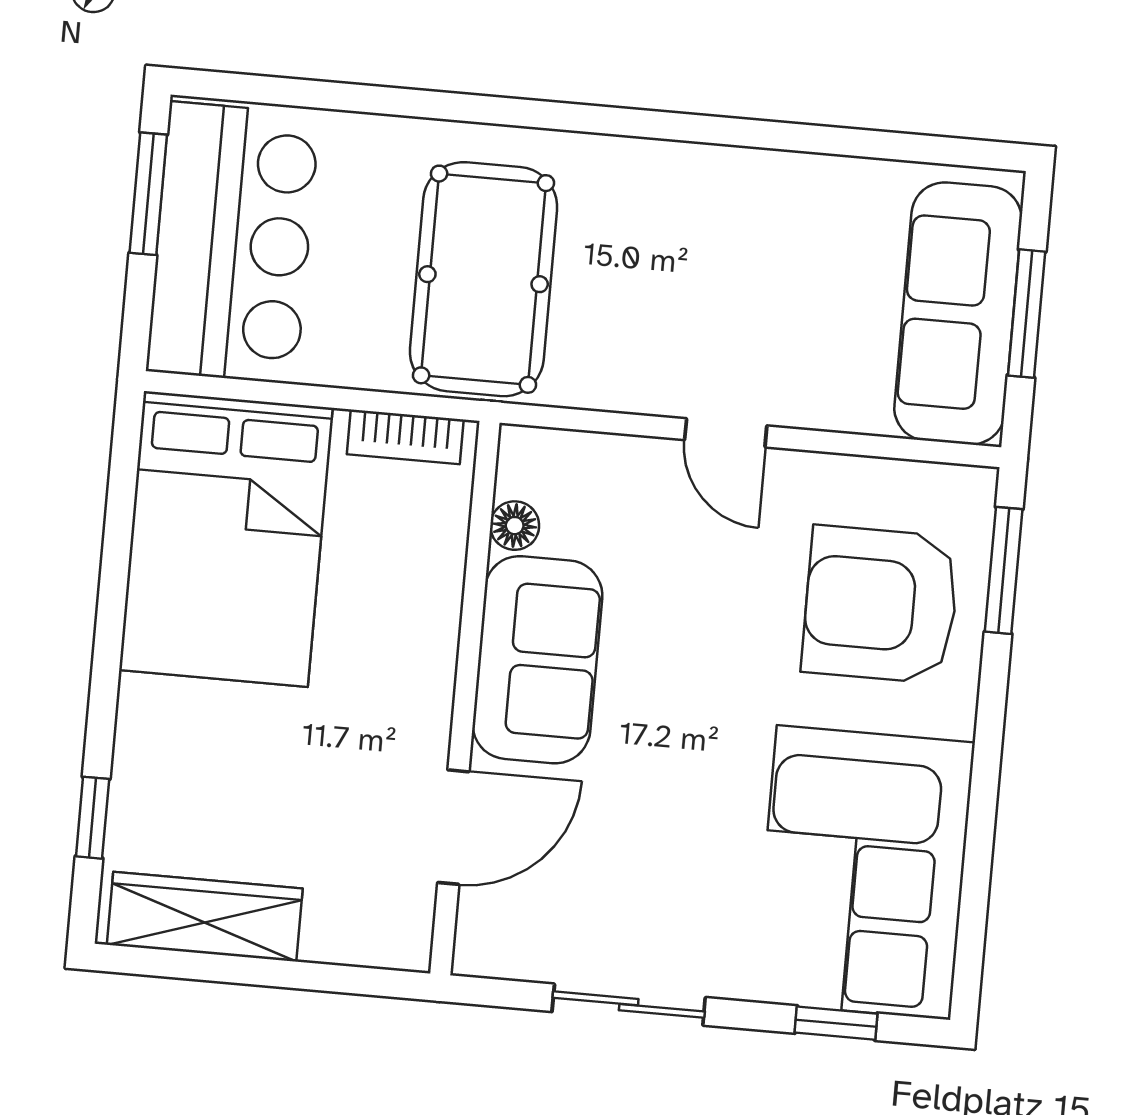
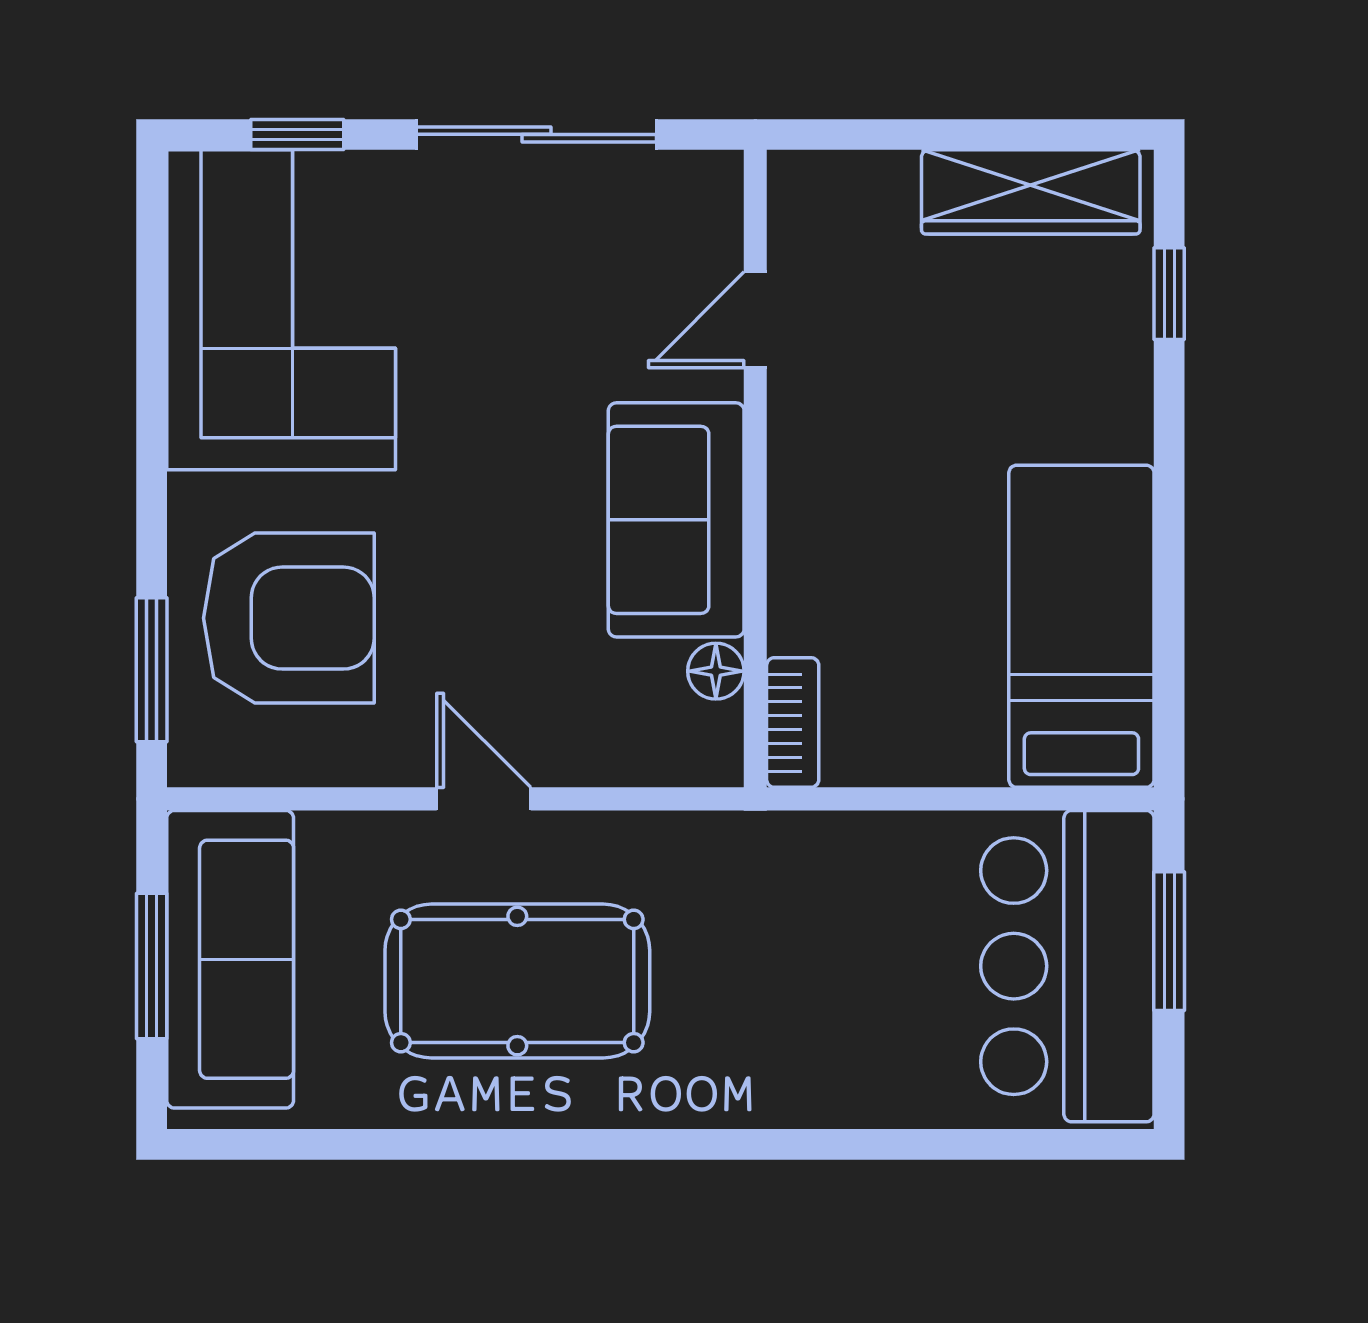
window: (148, 194) -> (1169, 941), moved
pool table: (484, 279) -> (517, 981), moved, turned 90
bookcase: (405, 437) -> (793, 723), moved, turned 90
bed: (226, 539) -> (1081, 626), width x0.67
door: (453, 827) -> (755, 320), width x0.73
sliding door: (629, 1005) -> (536, 134), width x1.37

